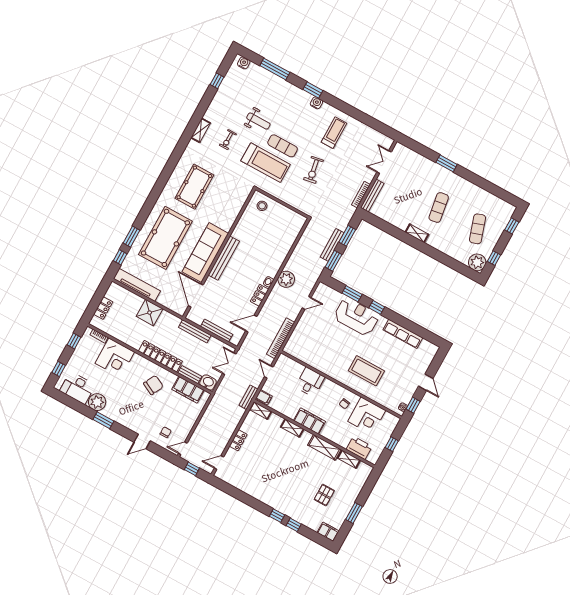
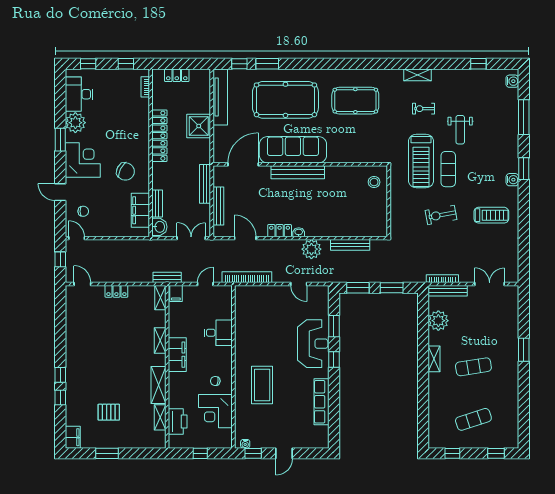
bench: (332, 245) -> (350, 245), moved
plant: (477, 262) -> (438, 321), moved
locker: (160, 356) -> (159, 136), moved
corner desk: (115, 358) -> (83, 160), moved, turned 180

